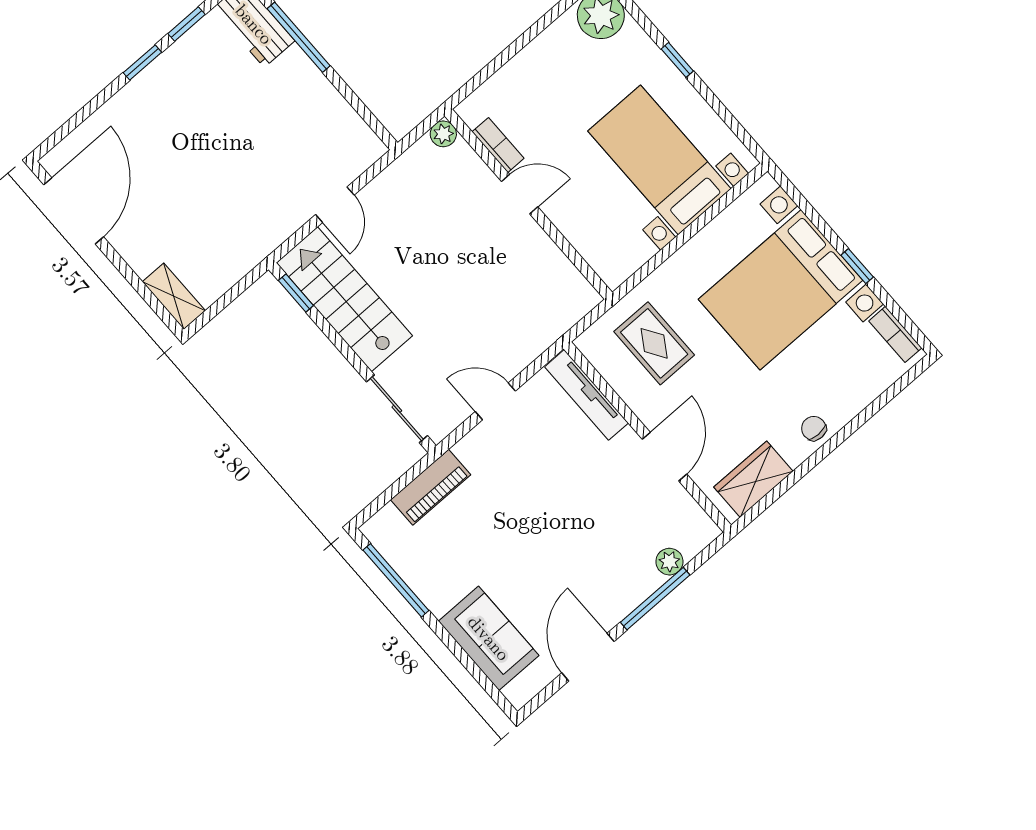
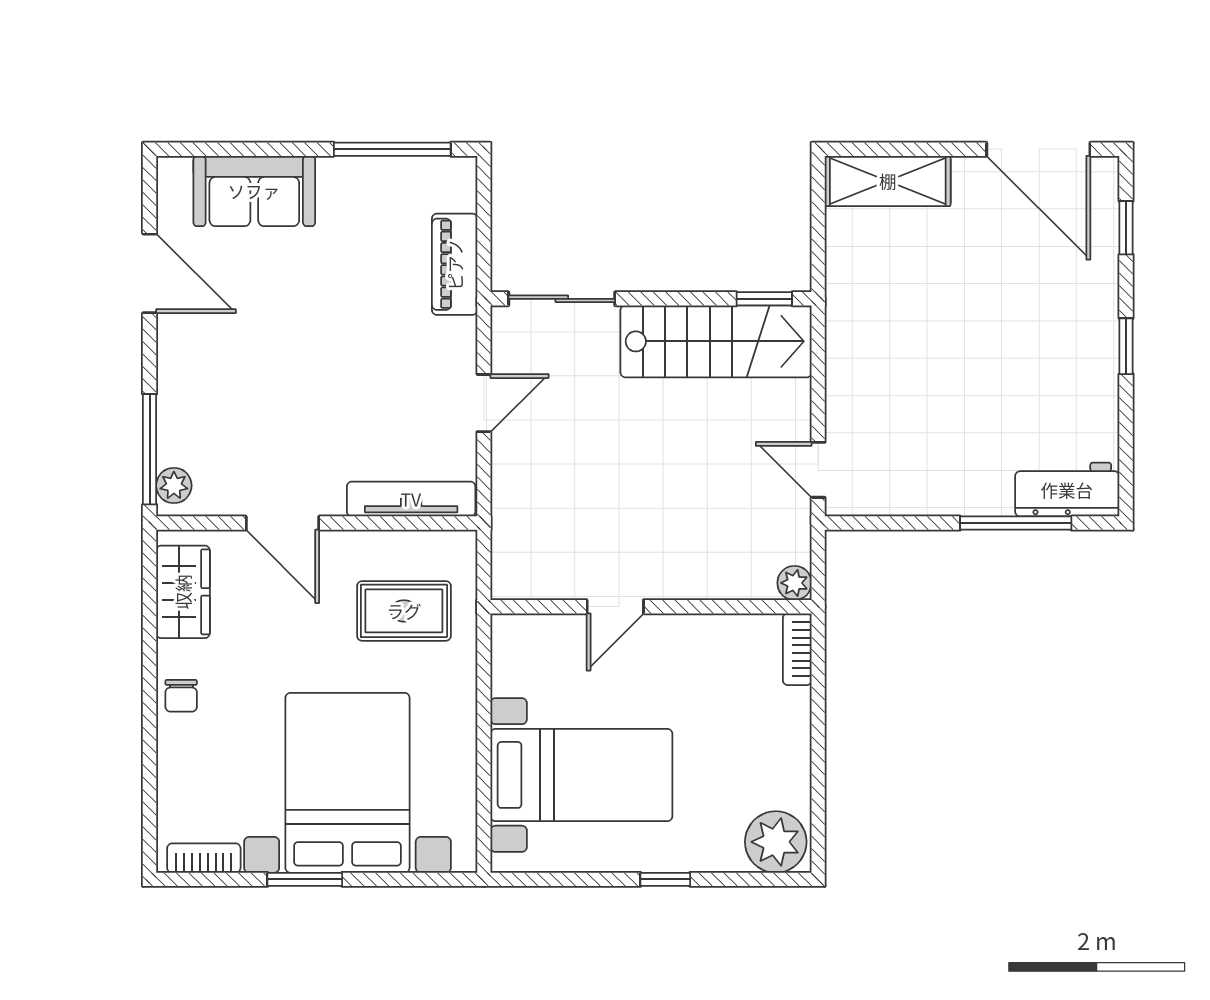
window: (187, 24) -> (1126, 228), moved
bookcase: (498, 145) -> (797, 649), moved, turned 90
door: (520, 194) -> (615, 607), moved
door: (335, 205) -> (818, 470), moved
window: (857, 266) -> (305, 879), width x1.50
shelving: (174, 296) -> (888, 181), width x1.50, depth x1.33
chair: (814, 428) -> (181, 696), turned 90
plant: (669, 562) -> (174, 486), moved
window: (655, 599) -> (150, 449), moved

